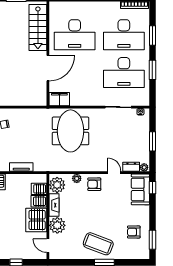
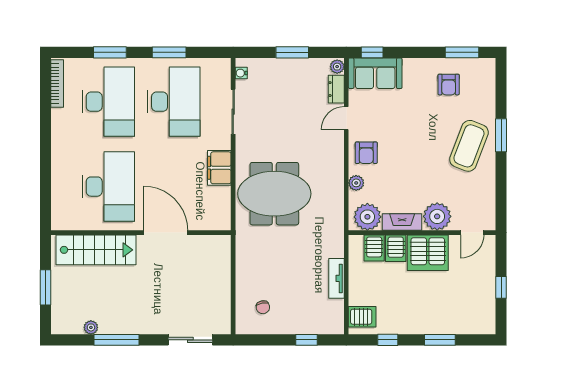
filing cabinet: (59, 99) -> (219, 168), moved

